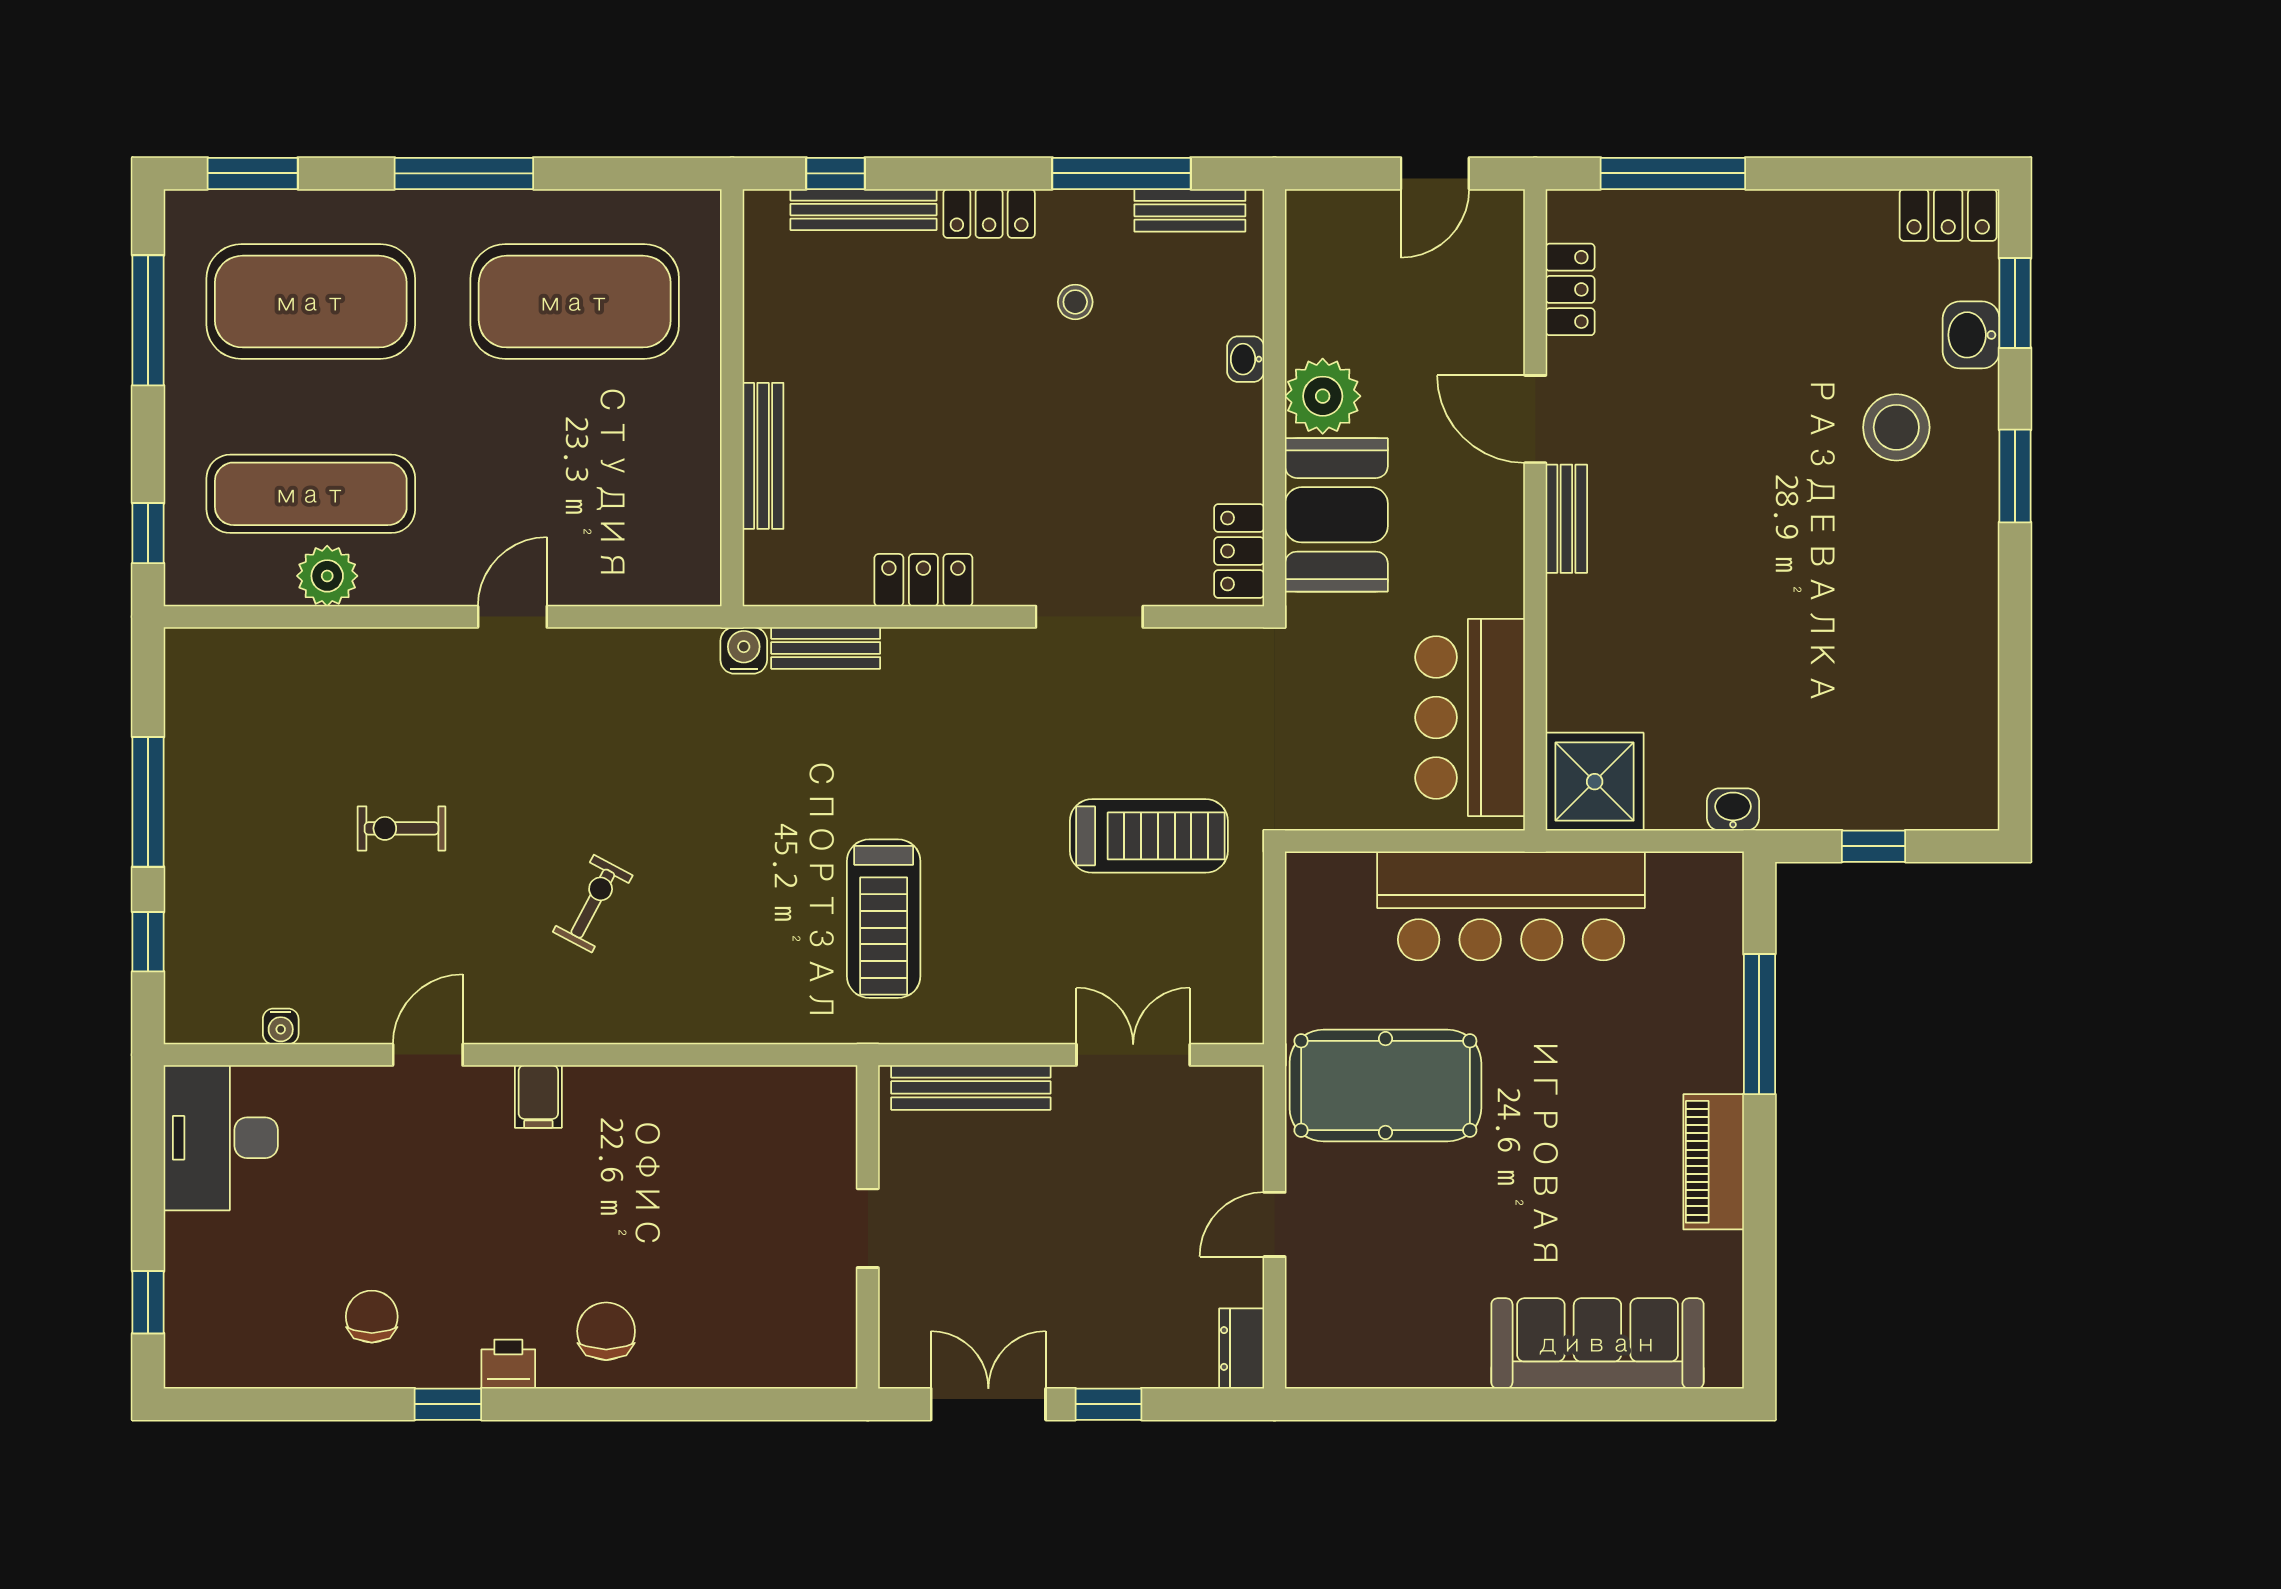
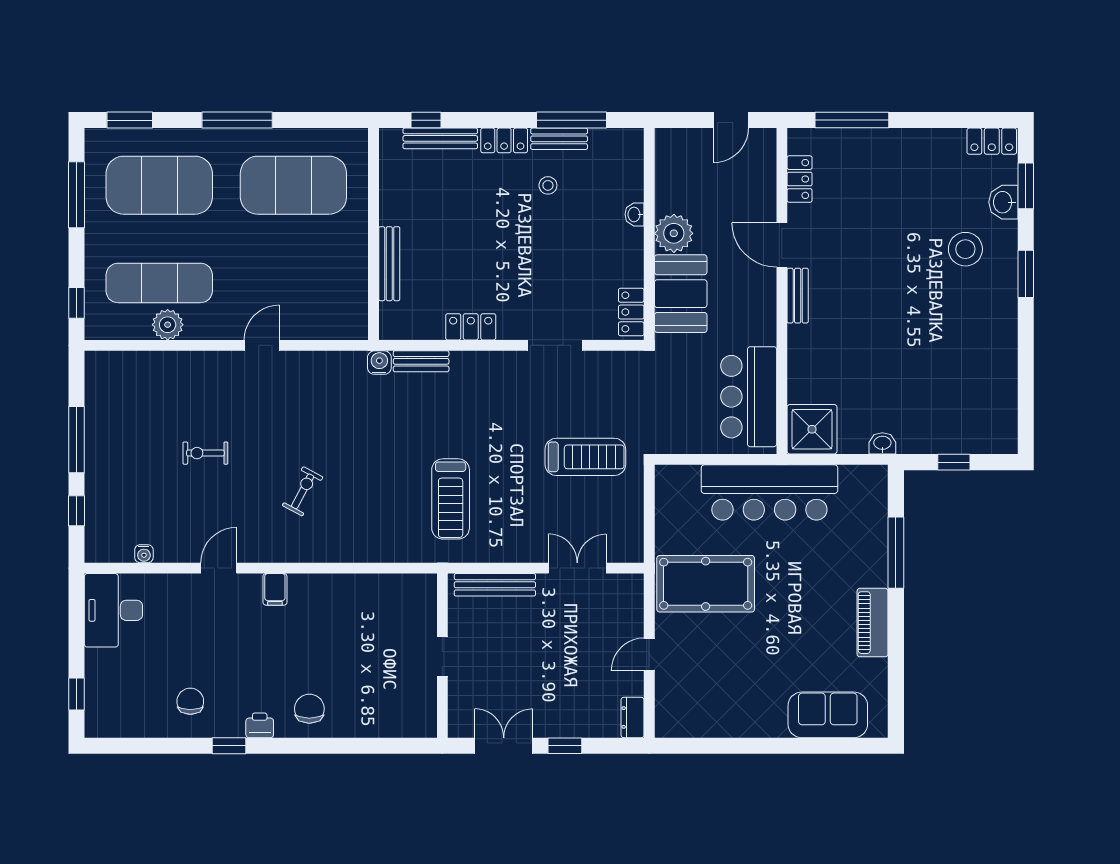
bench: (1190, 210) -> (559, 139), moved
sofa: (1597, 1343) -> (828, 715), width x0.73

